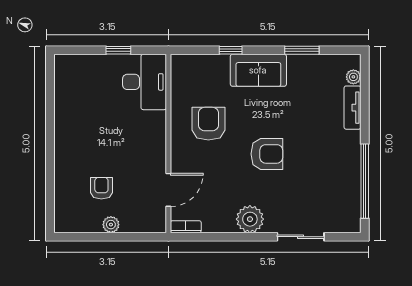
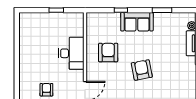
desk: (145, 82) -> (71, 53), moved
armchair: (267, 154) -> (142, 70), turned -101

